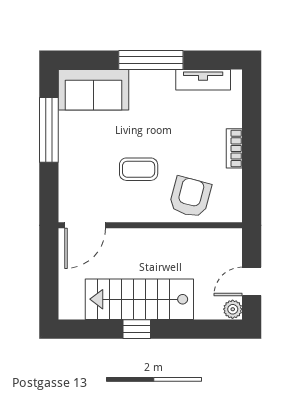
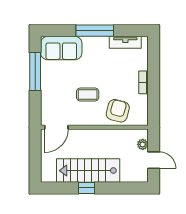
door: (252, 281) -> (154, 160), swing flipped
plant: (233, 309) -> (143, 144), moved

